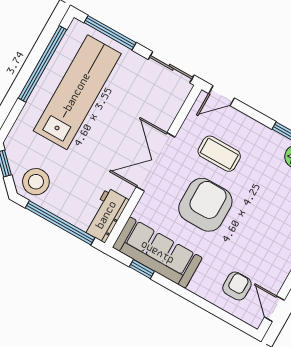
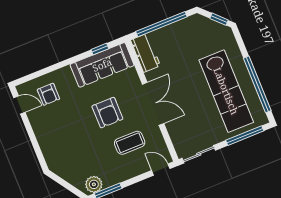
door: (221, 96) -> (161, 170), hinge flipped
stool: (36, 182) -> (195, 29), removed
armchair: (205, 205) -> (107, 113), width x0.73, depth x0.73

